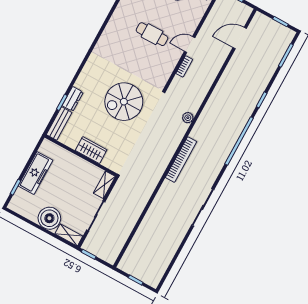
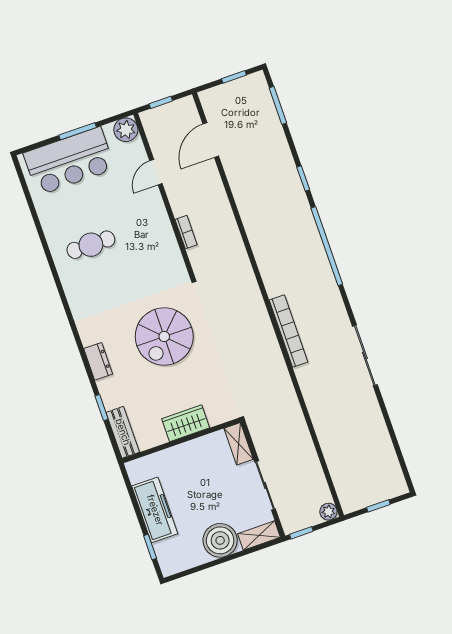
cafe table: (152, 34) -> (91, 245), moved
door: (190, 44) -> (156, 172), moved
dresser: (73, 99) -> (98, 361), moved
plant: (188, 118) -> (328, 512), moved

